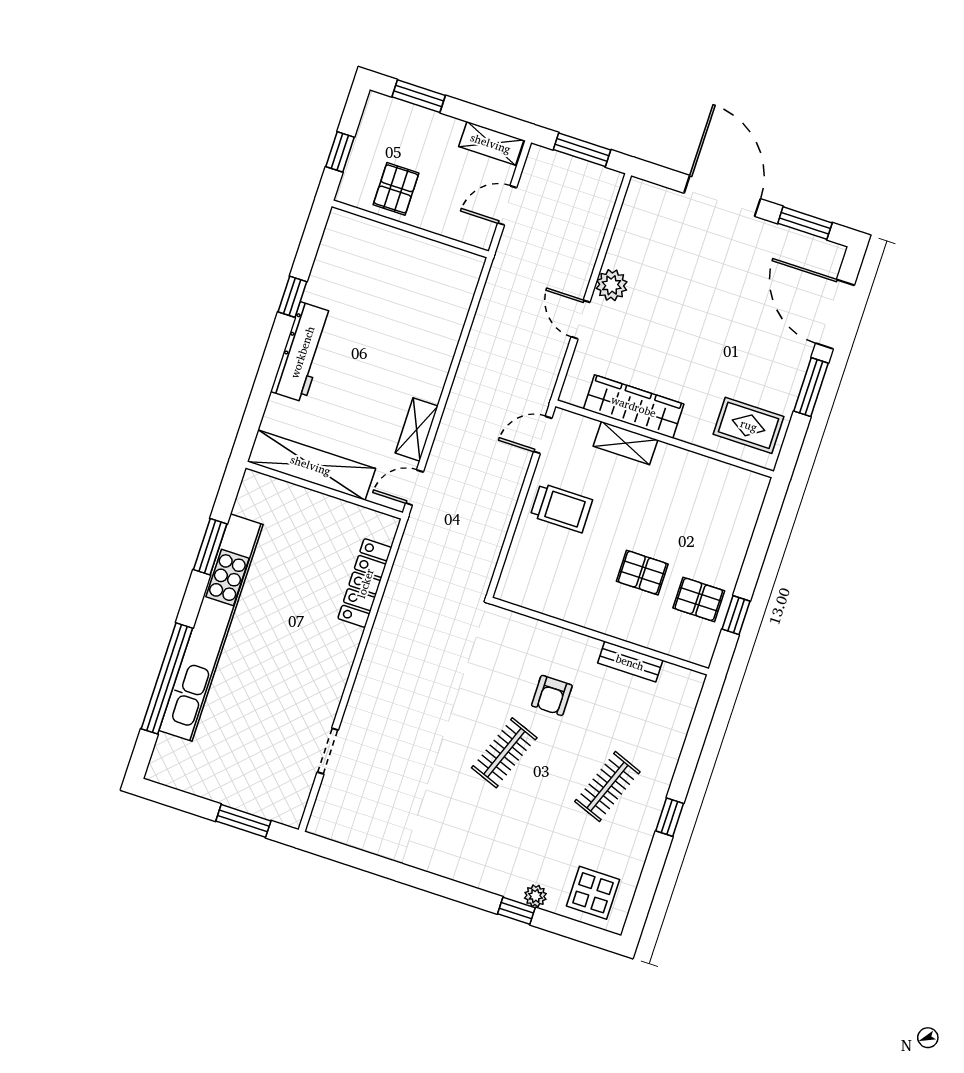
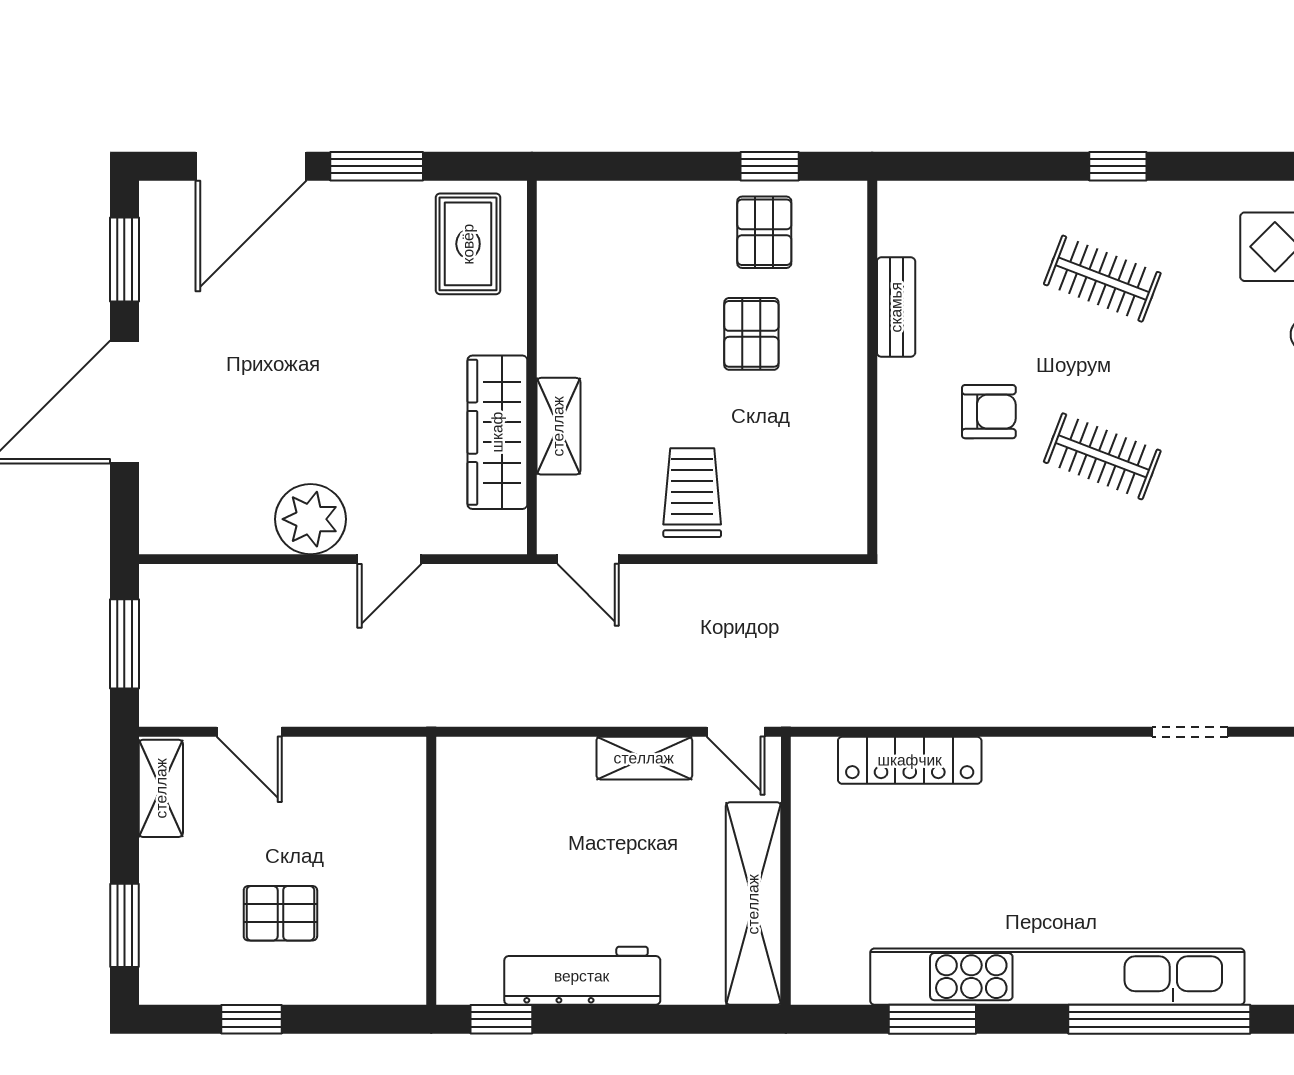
wall: (410, 229) -> (431, 871), moved
plant: (612, 285) -> (310, 519), width x1.36, depth x1.36

